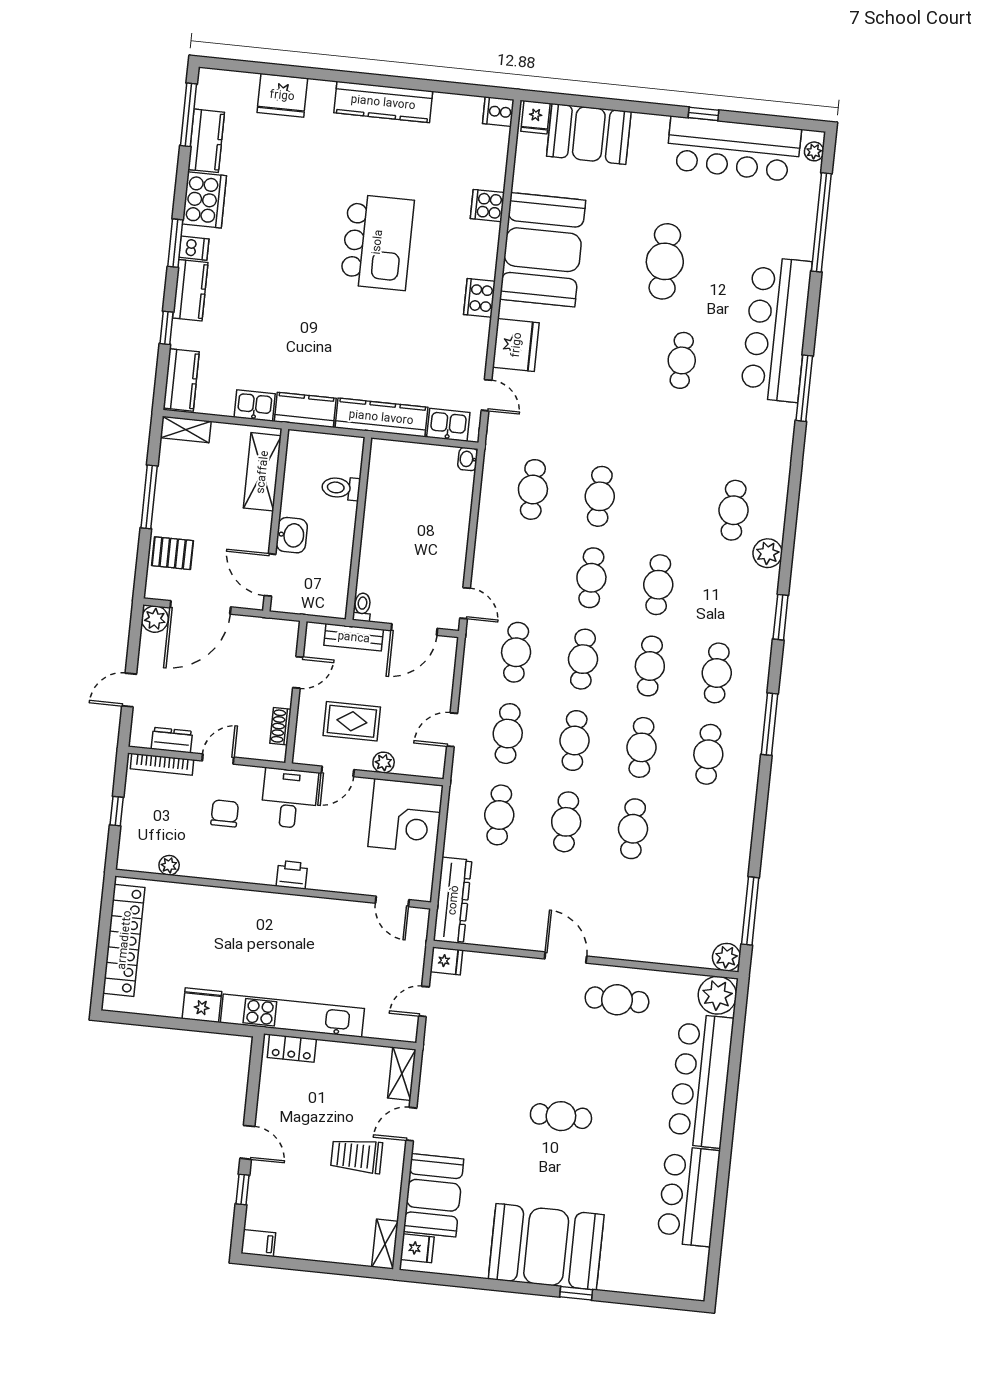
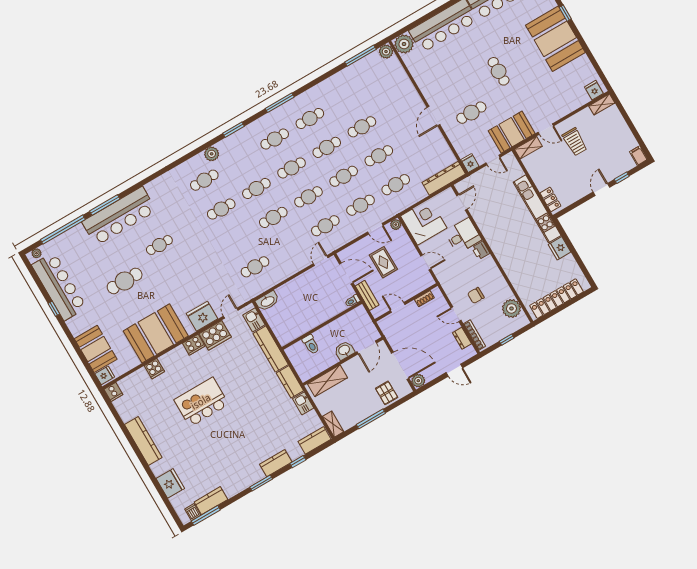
cooker: (204, 200) -> (215, 335), moved, turned 180
dishwasher: (194, 248) -> (193, 512), moved
window: (804, 388) -> (105, 205), moved
washbasin: (468, 459) -> (267, 301), width x1.91, depth x1.45
cafe table: (600, 496) -> (221, 209), moved
rug: (352, 721) -> (383, 262), moved
plant: (384, 763) -> (396, 225), moved
desk: (289, 798) -> (463, 236), moved, turned 180
plant: (169, 865) -> (511, 308), width x1.87, depth x1.87
cafe table: (617, 1000) -> (471, 113), moved, turned 90
booth: (433, 1195) -> (512, 132), moved

